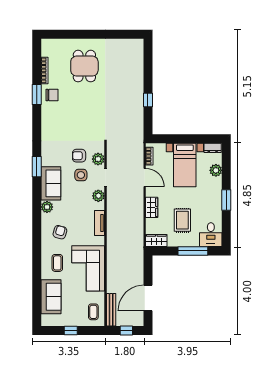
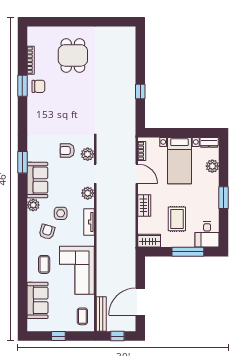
side table: (81, 175) -> (61, 213), moved

